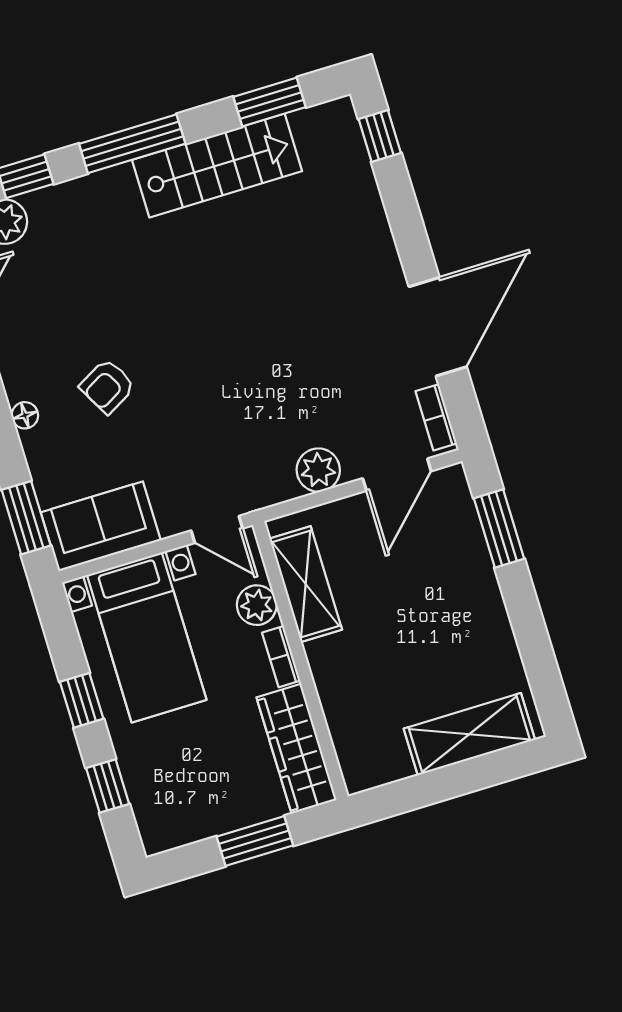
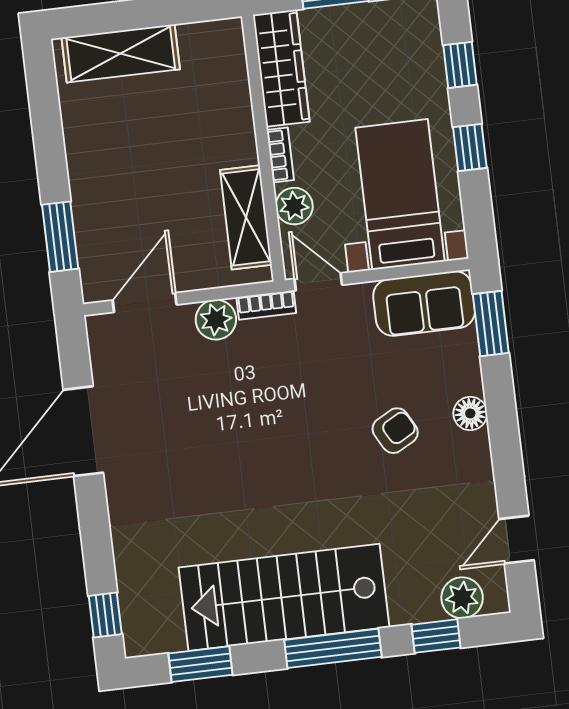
stairs: (217, 166) -> (284, 597), width x1.36, depth x1.51
floor lamp: (25, 415) -> (470, 413), width x1.37, depth x1.37
bookcase: (436, 417) -> (266, 305), moved, turned 90

